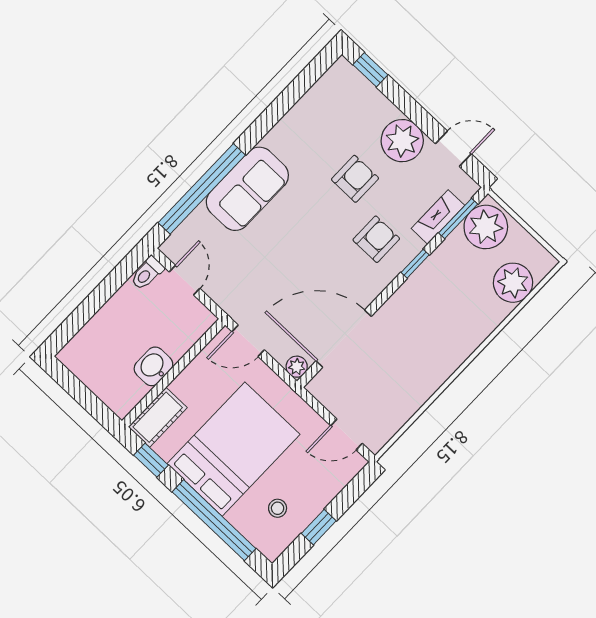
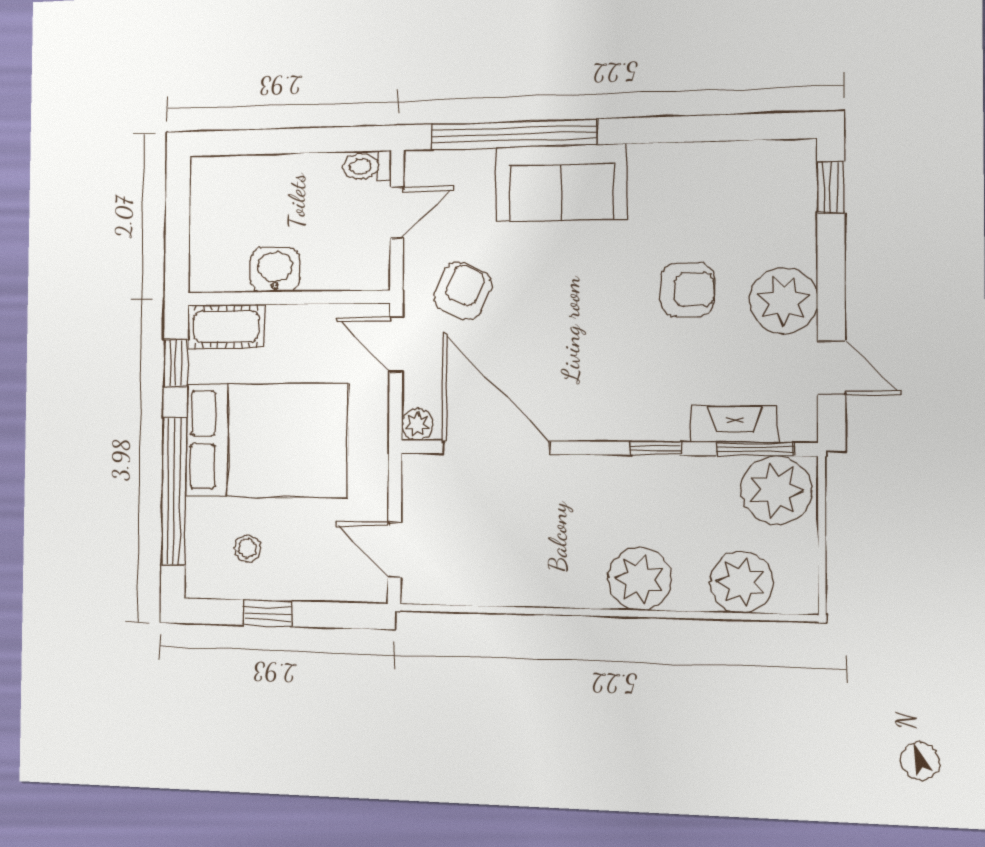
armchair: (376, 239) -> (462, 291), moved, turned -66
plant: (469, 329) -> (639, 579), added

